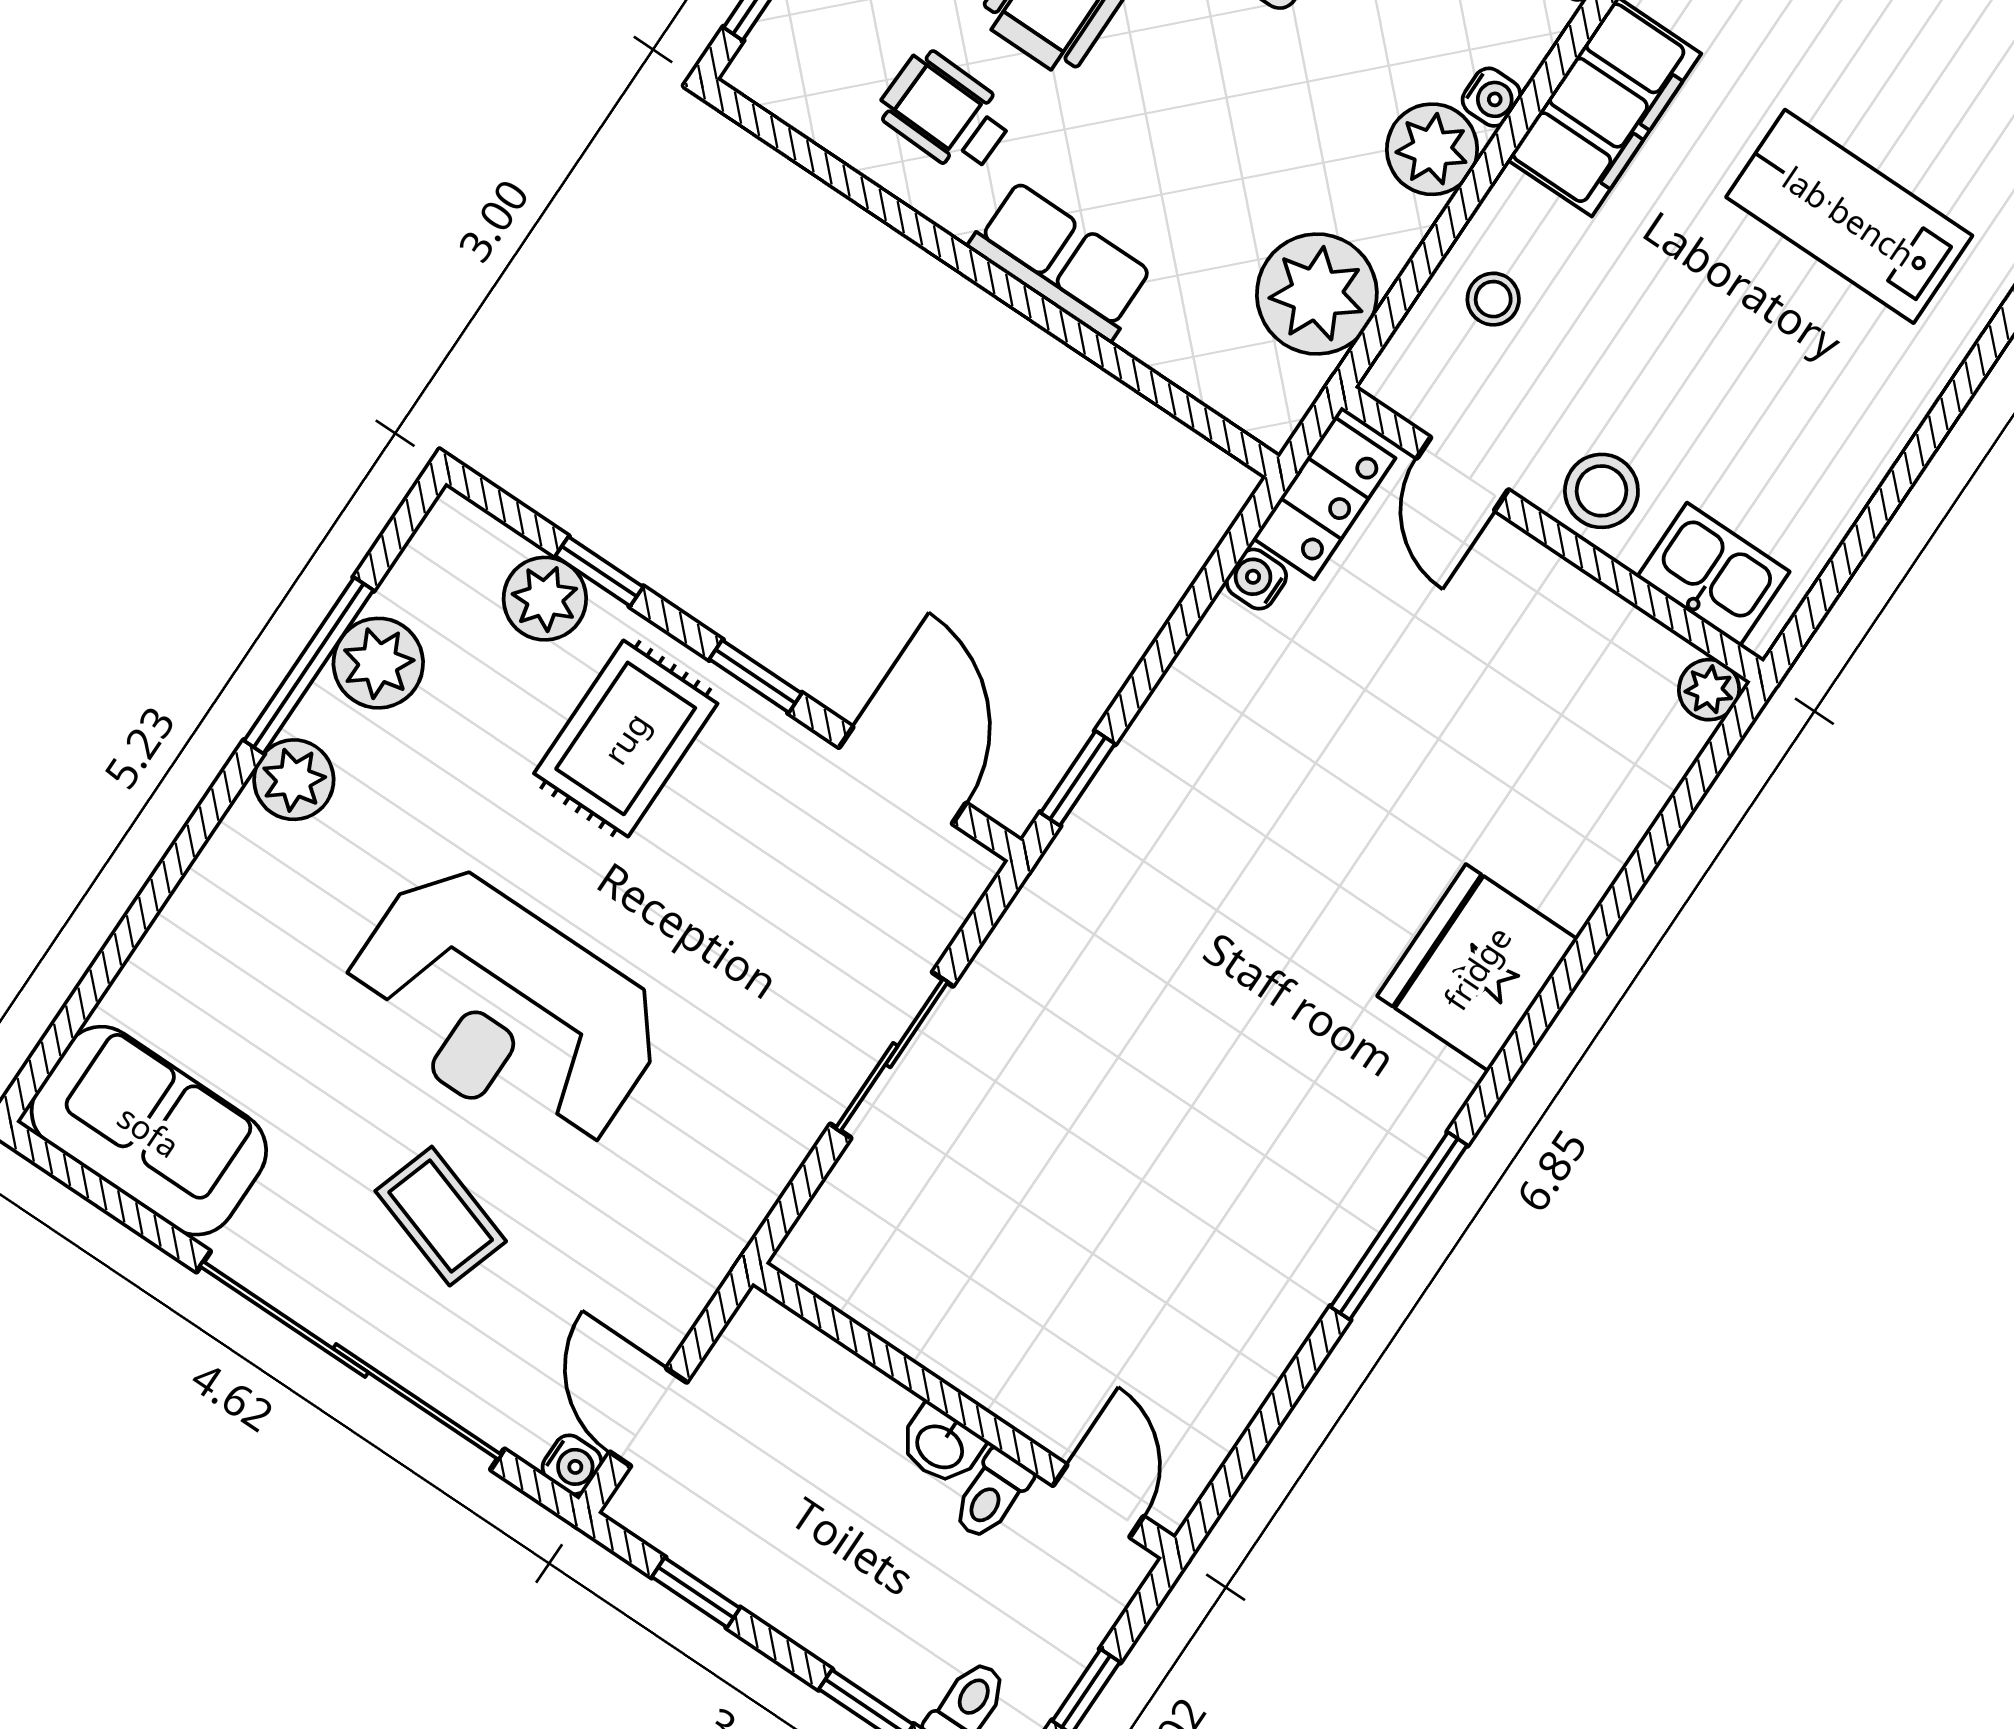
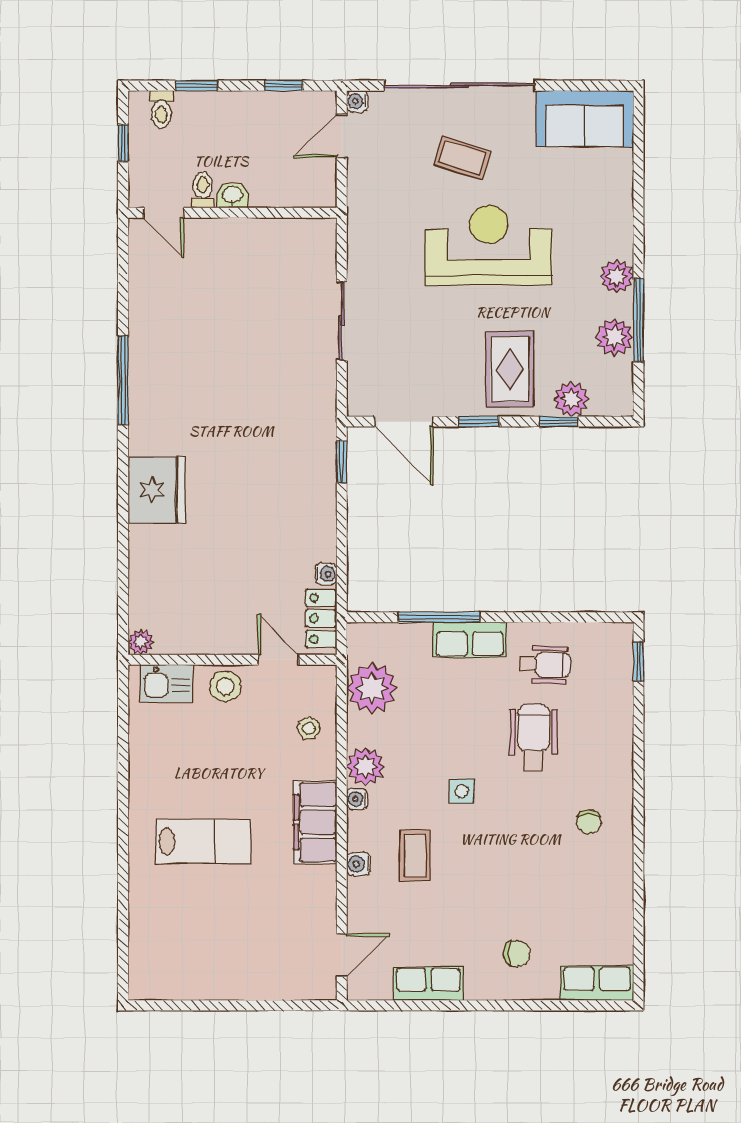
window: (1092, 346) -> (439, 617), added
door: (648, 1417) -> (342, 136), swing flipped

